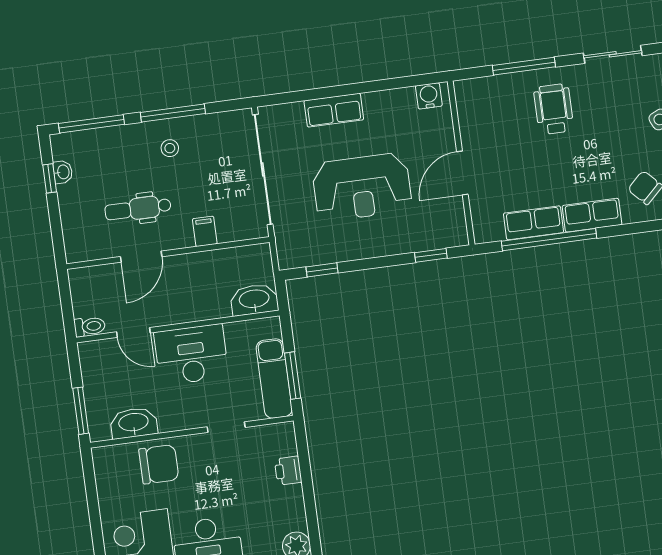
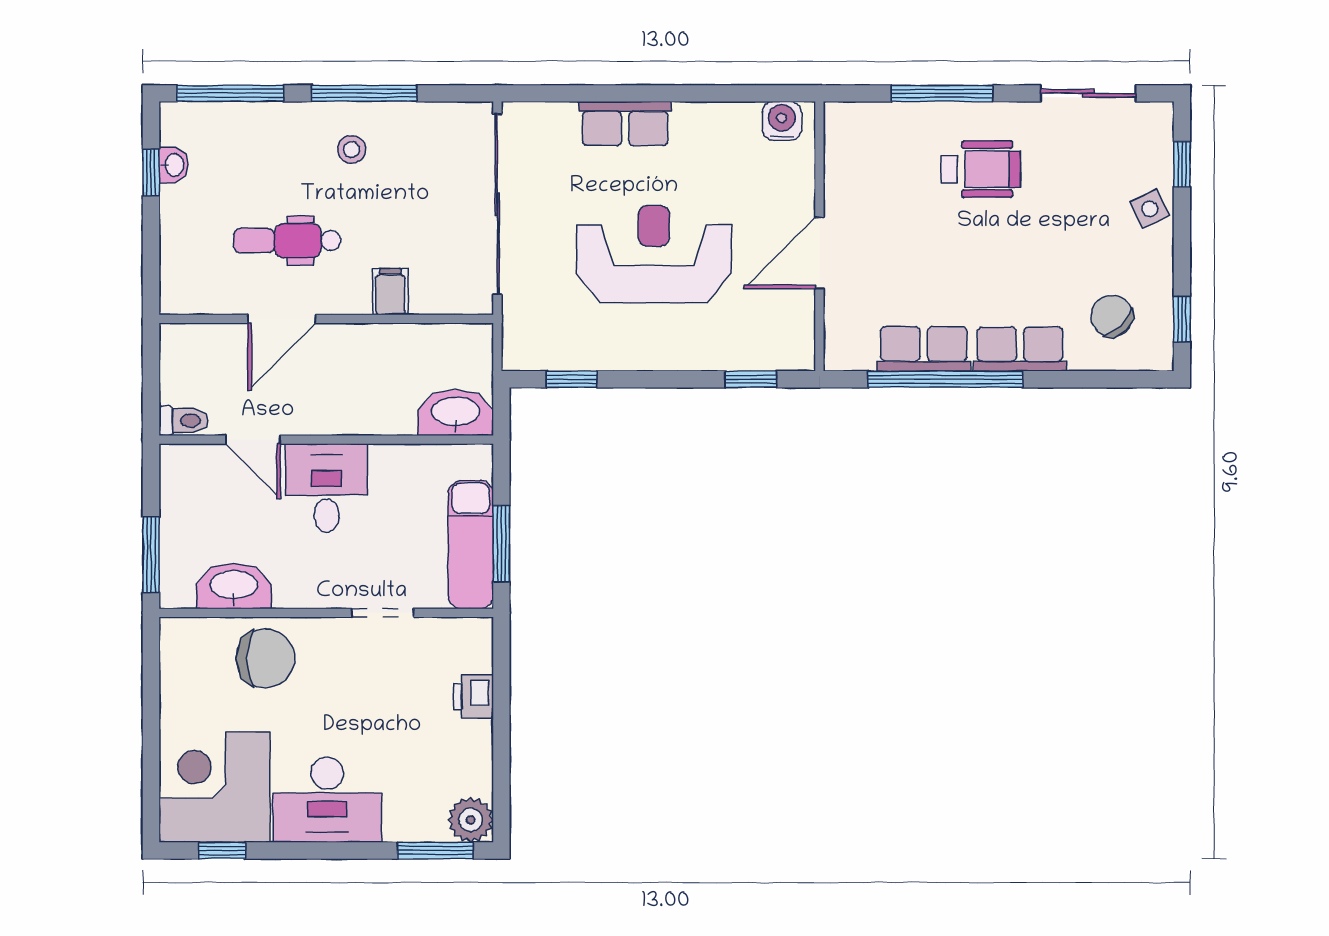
wheelchair: (554, 109) -> (981, 169), turned 90
reception desk: (362, 187) -> (654, 254), turned 180
desk: (191, 355) -> (327, 488), width x0.73

